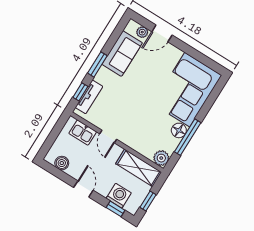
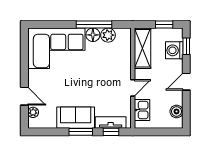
sofa: (122, 54) -> (76, 118), moved
plant: (161, 158) -> (108, 35), moved

